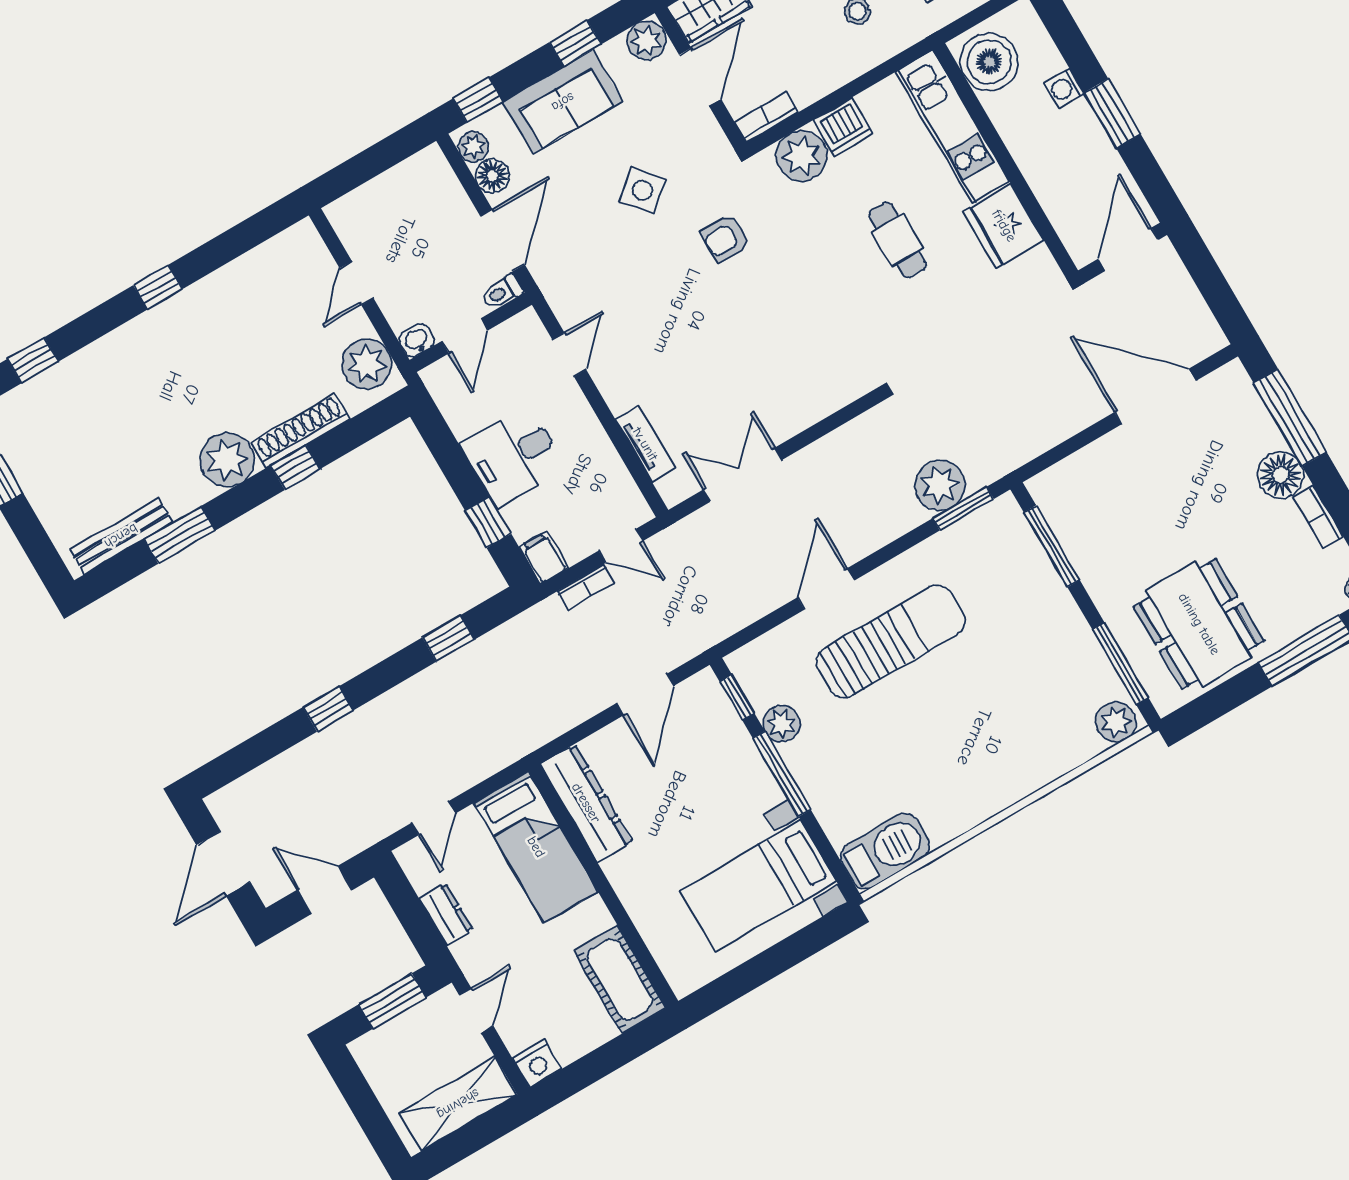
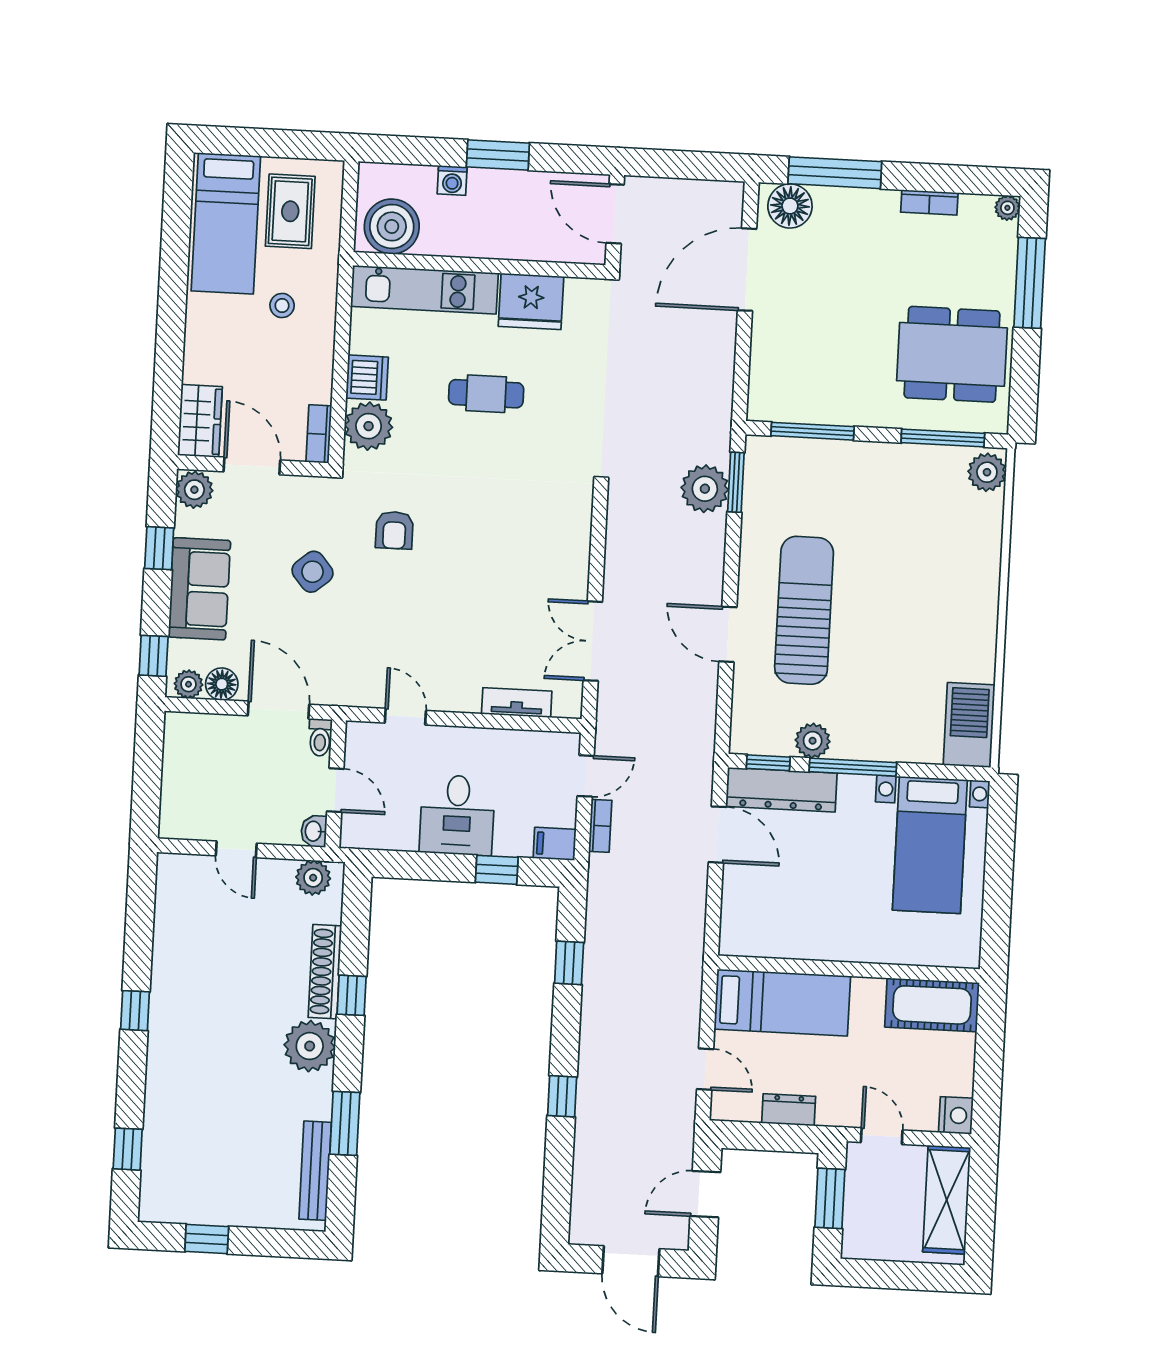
plant: (367, 364) -> (313, 878), width x0.73, depth x0.73
floor lamp: (1281, 475) -> (790, 206), moved
dresser: (586, 803) -> (781, 790), moved, turned 180

